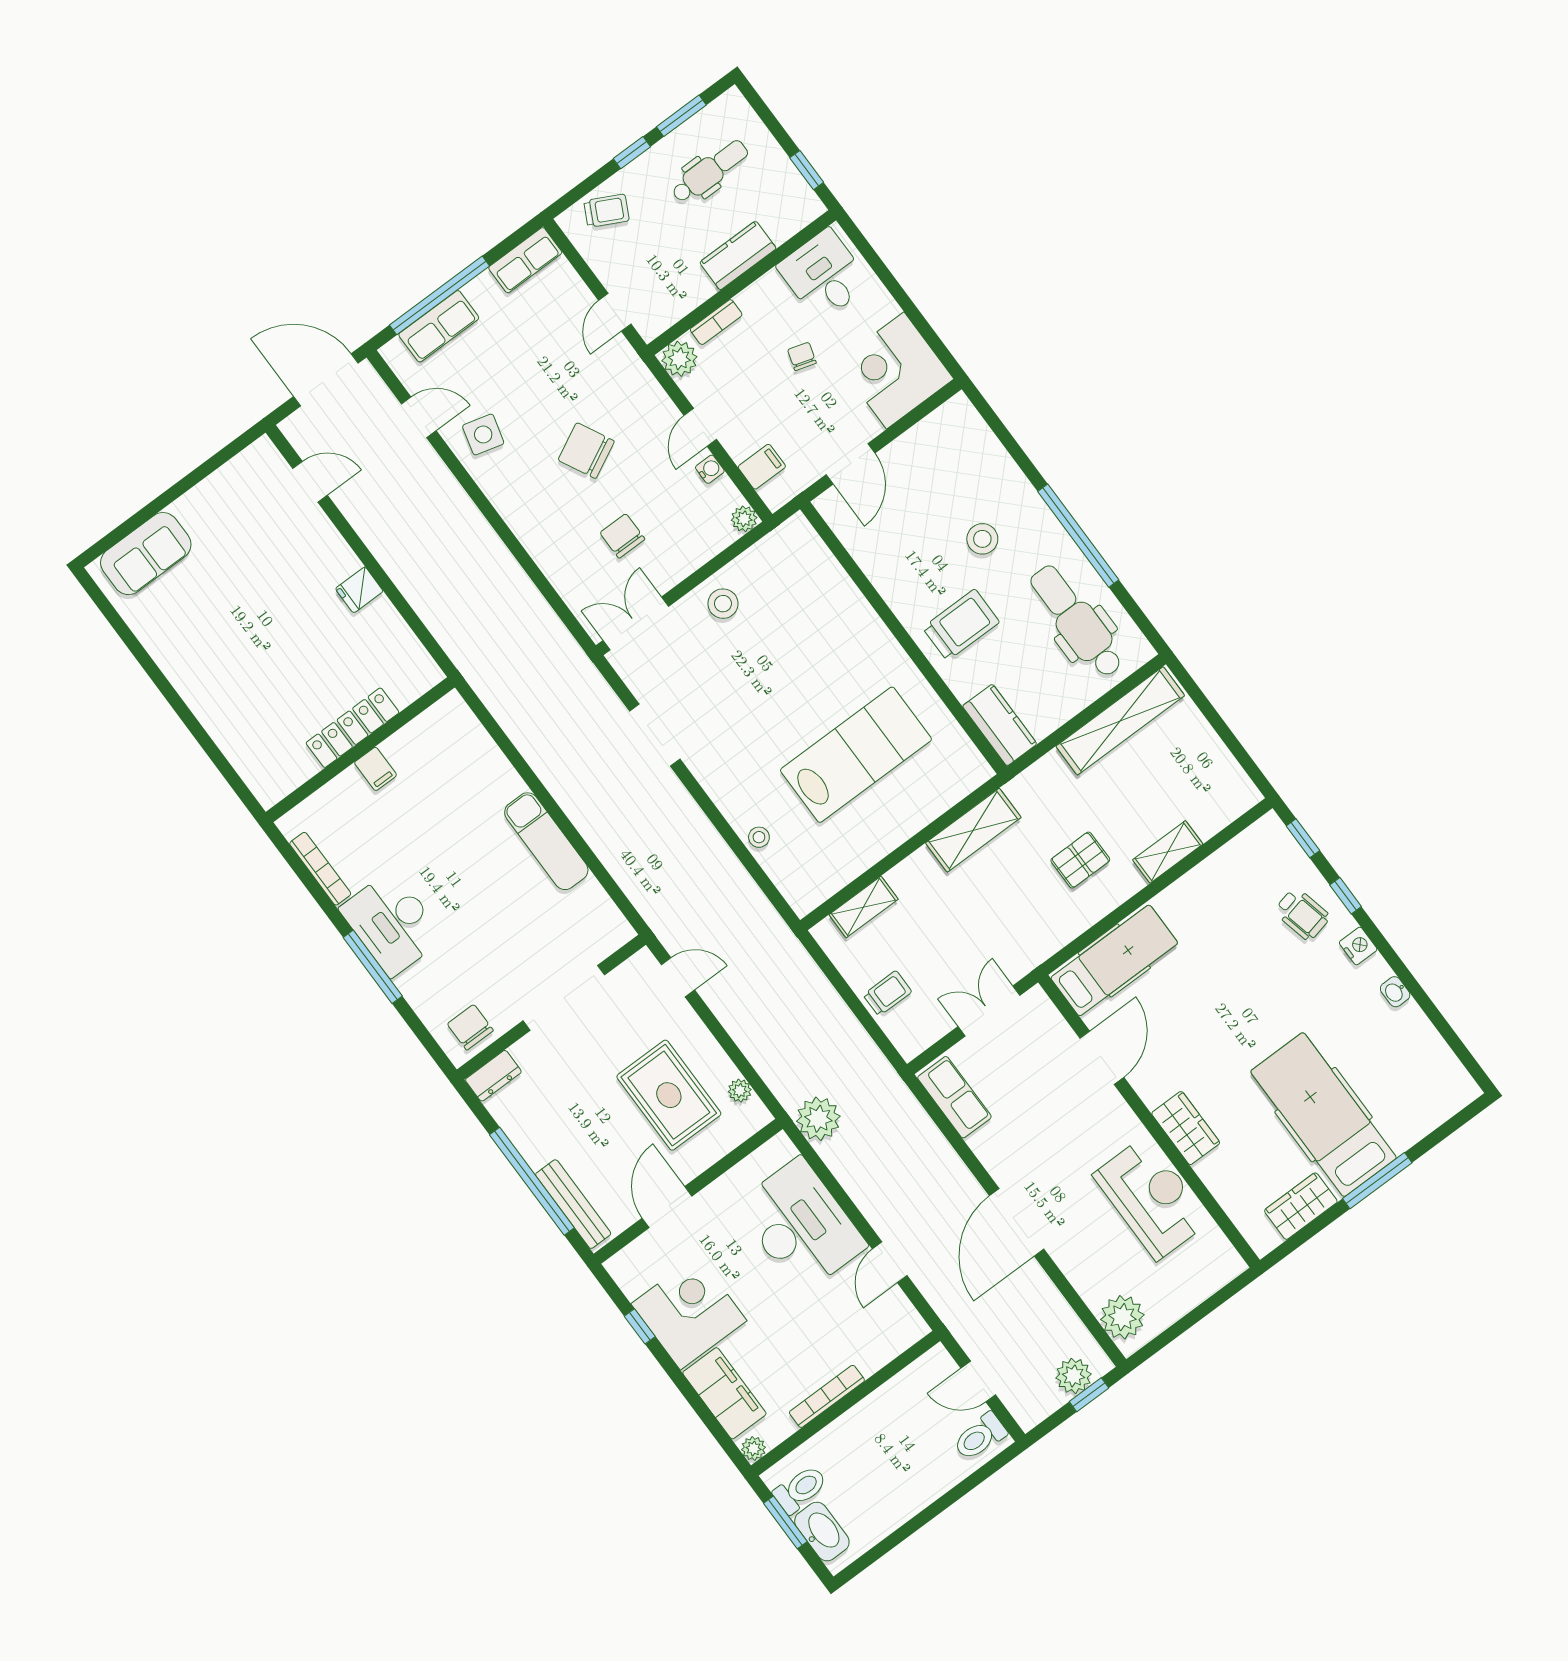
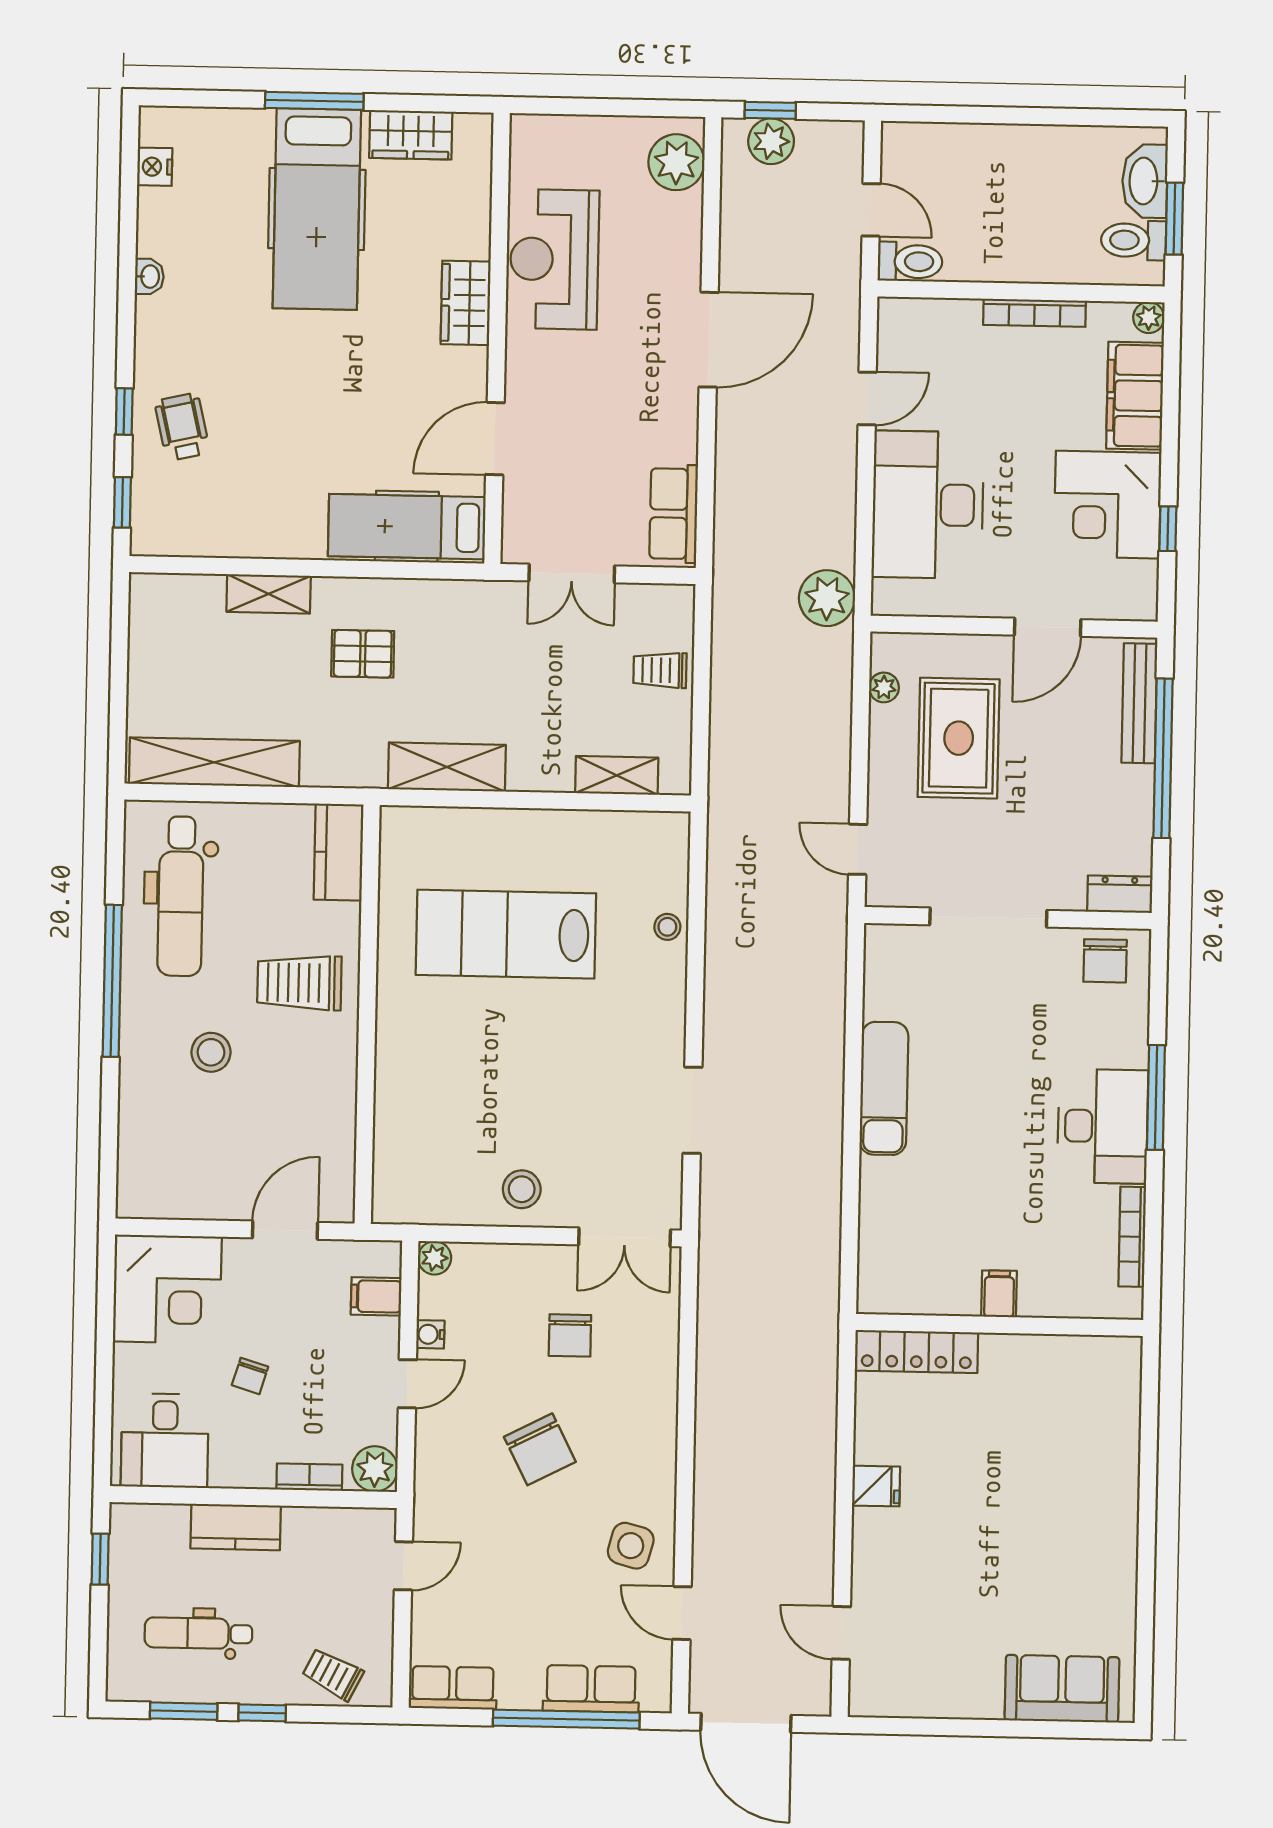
locker: (352, 728) -> (916, 1352), moved
nightstand: (1358, 946) -> (155, 167), moved
toilet: (980, 1437) -> (910, 262), moved

